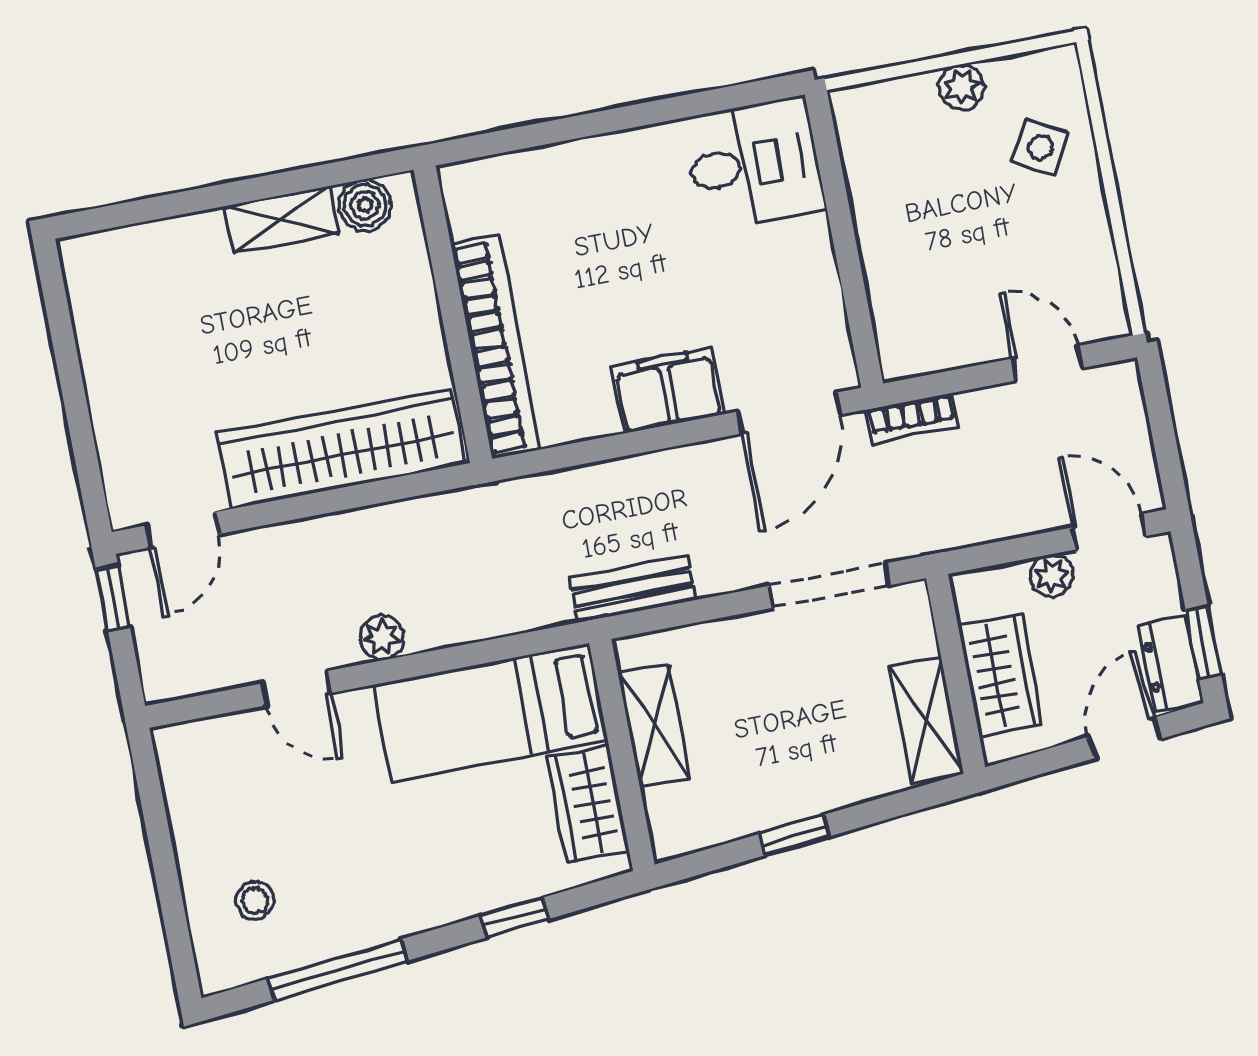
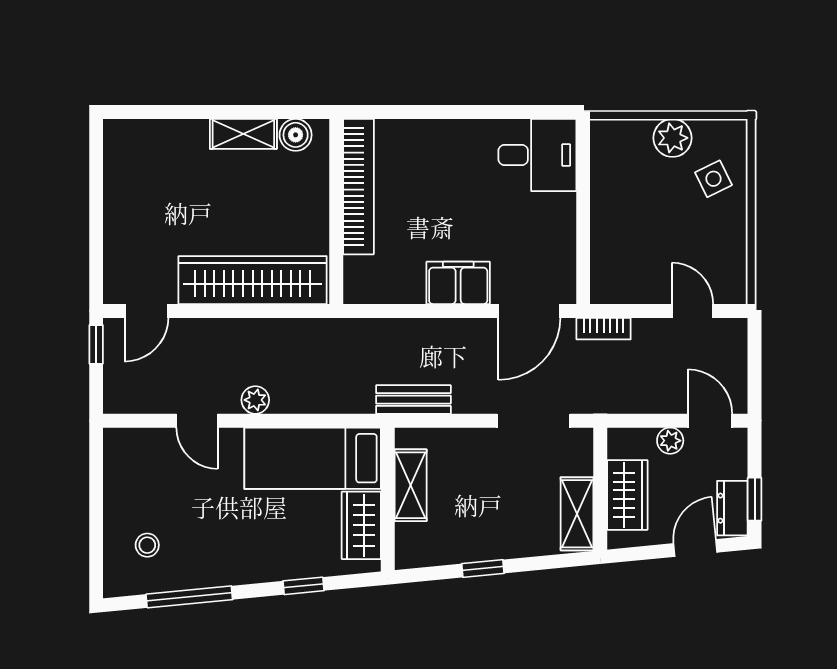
plant: (962, 87) -> (673, 138), width x1.38, depth x1.38
side table: (1040, 147) -> (713, 179), turned 37
bookcase: (496, 347) -> (358, 187), moved

